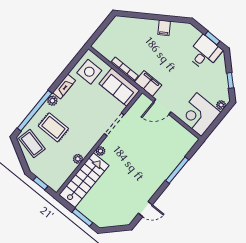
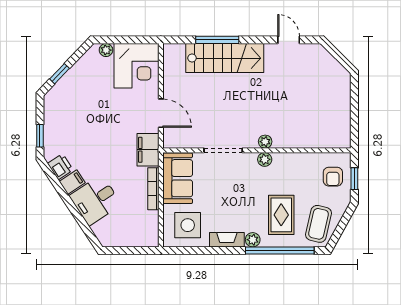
printer: (178, 28) -> (60, 167), added
window: (212, 38) -> (40, 136), moved
desk: (205, 53) -> (95, 200), moved, turned -33
window: (230, 80) -> (60, 74), moved
plant: (78, 159) -> (265, 159), moved
armchair: (51, 172) -> (333, 177), added
stairs: (84, 180) -> (225, 58), moved, turned 180
window: (82, 217) -> (354, 102), removed

